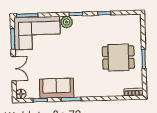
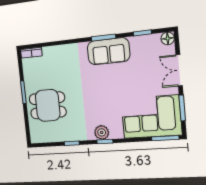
plant: (67, 22) -> (102, 132), moved
dining table: (118, 58) -> (48, 105), moved
sofa: (57, 88) -> (108, 51), moved

